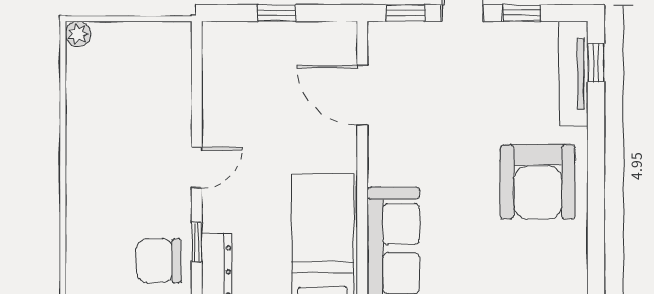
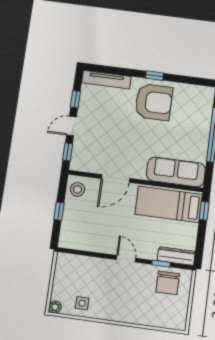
stool: (328, 45) -> (77, 189), added
window: (596, 62) -> (154, 76), moved
side table: (93, 89) -> (82, 303), added
door: (362, 95) -> (116, 178), moved

